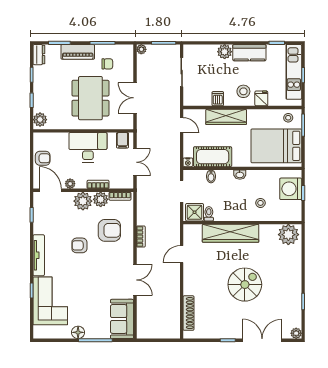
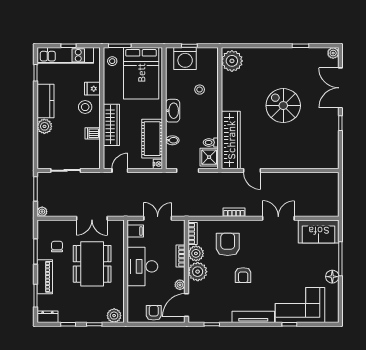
dining table: (90, 98) -> (92, 264), turned 90
washbasin: (240, 175) -> (173, 111), width x1.91, depth x1.45
wardrobe: (231, 233) -> (231, 140), moved
shoe rack: (188, 313) -> (312, 163), removed

